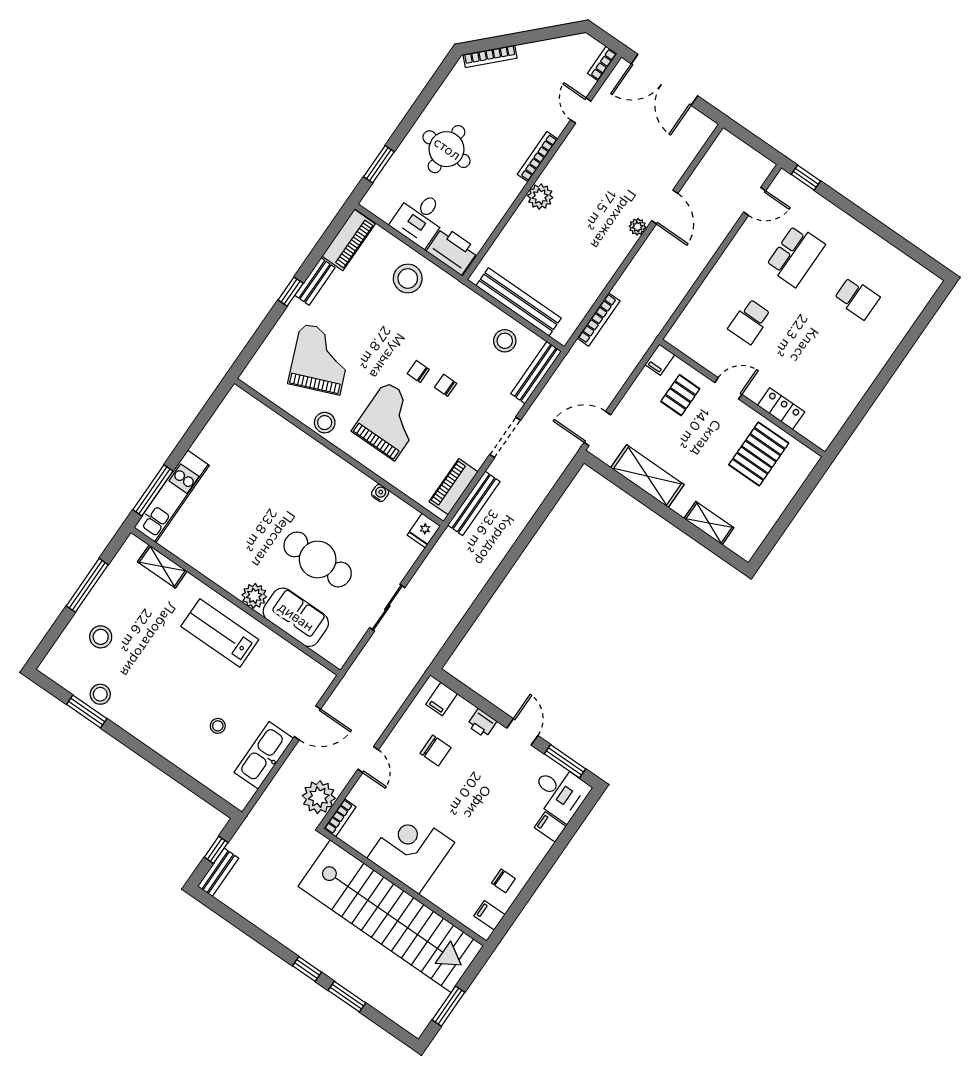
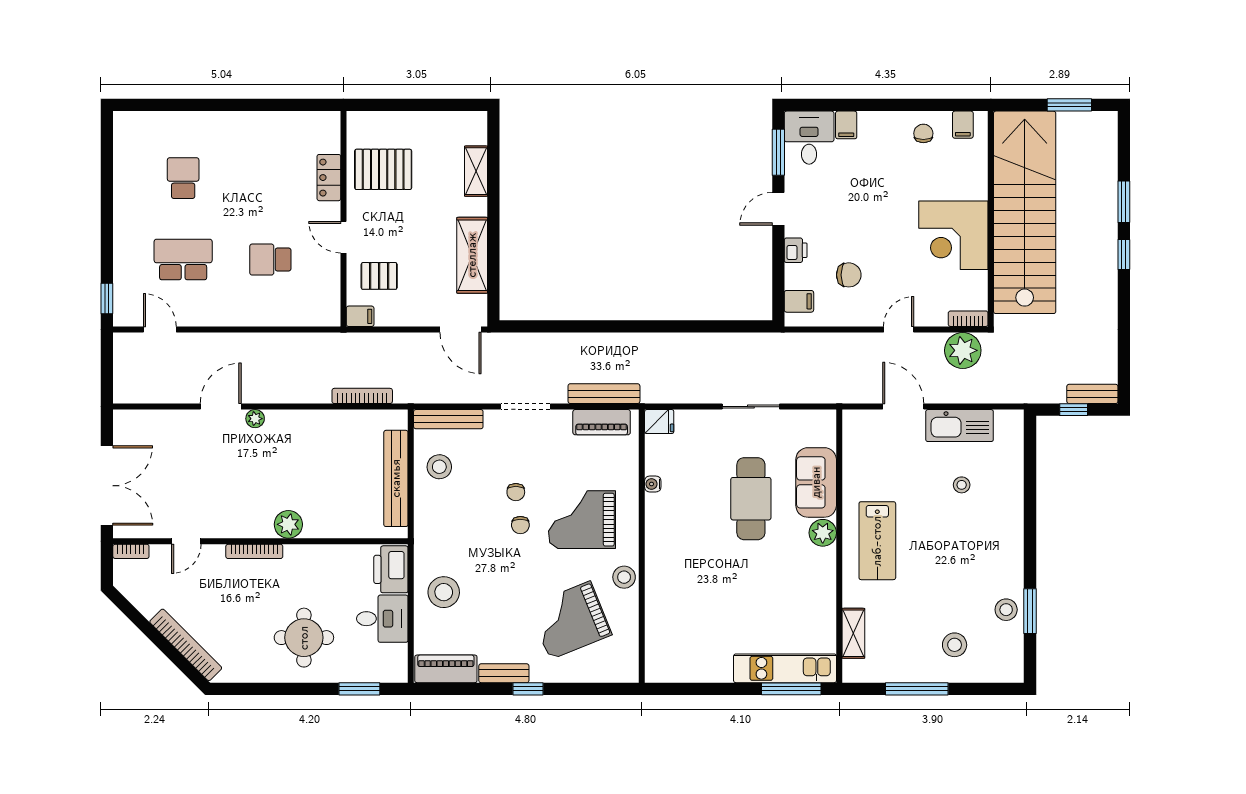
bookcase: (490, 56) -> (186, 645), width x1.48, depth x1.31
school desk: (750, 322) -> (270, 260), turned 180
chair: (435, 750) -> (849, 275), turned 90

